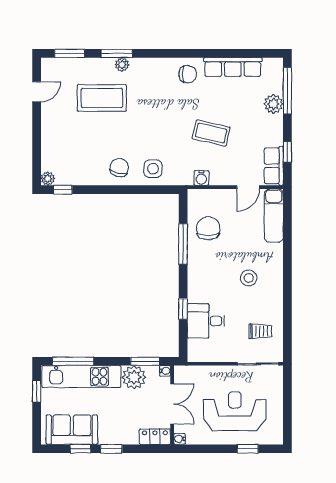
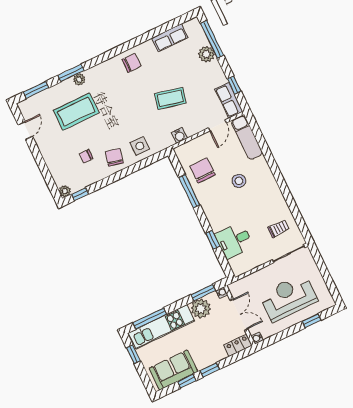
row of seats: (233, 67) -> (170, 38), width x0.68
chair: (89, 152) -> (86, 156), added
stool: (249, 278) -> (239, 181), moved

